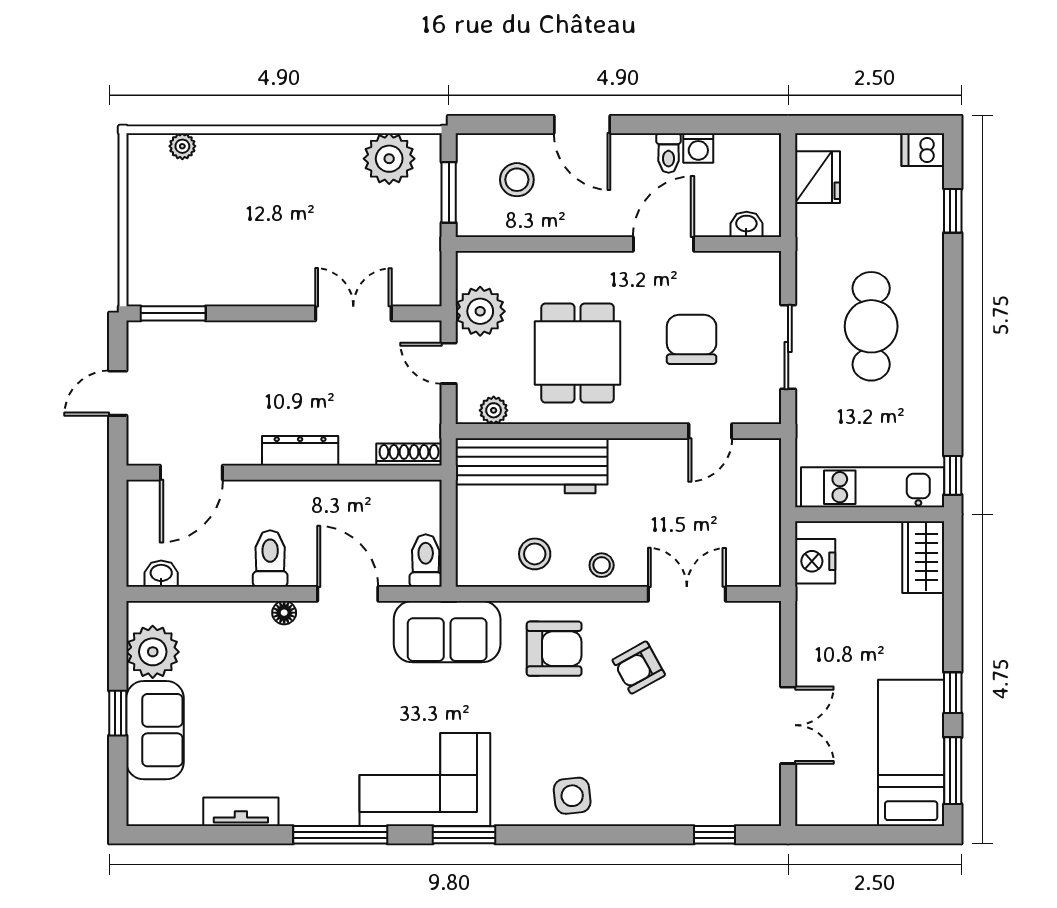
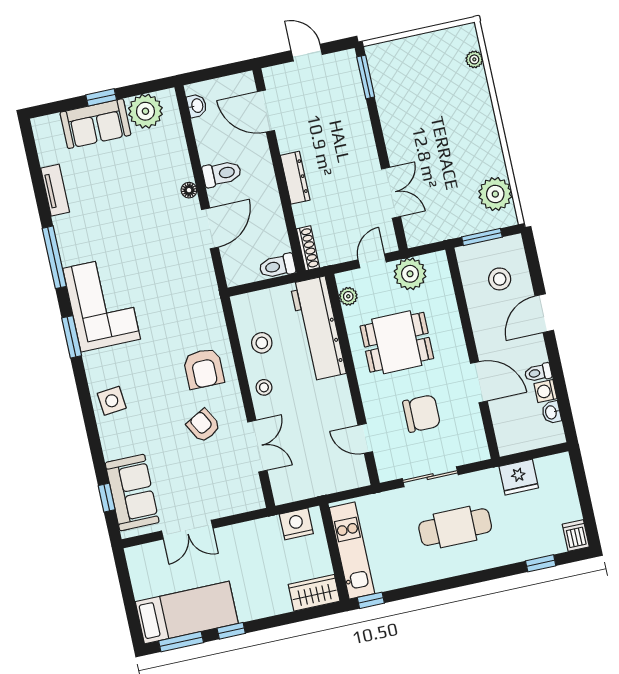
fridge: (818, 177) -> (519, 477), moved
washbasin: (746, 224) -> (551, 412), moved, turned 180
toilet: (426, 561) -> (277, 266), moved, turned 180
sofa: (447, 632) -> (132, 493), moved, turned 180

